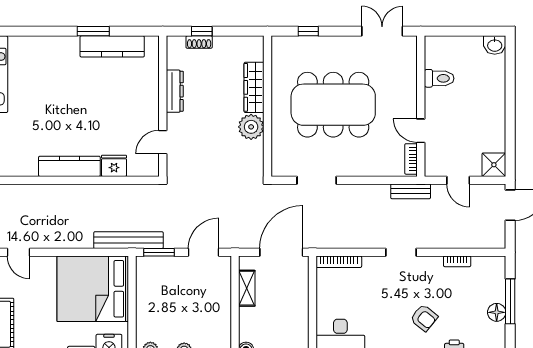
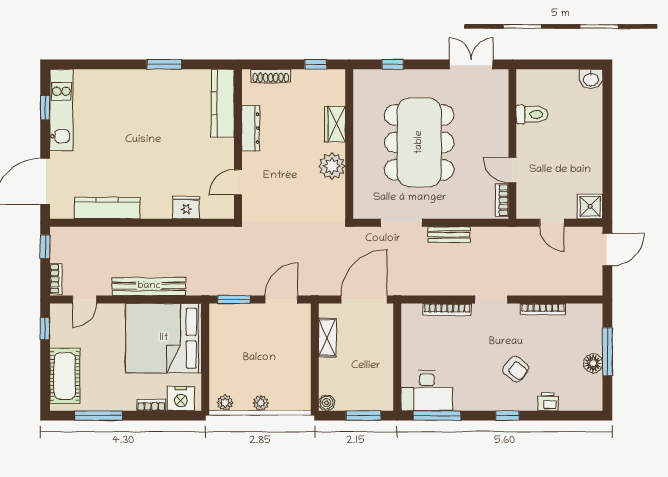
window: (202, 31) -> (316, 64), moved
shoe rack: (199, 42) -> (271, 76), width x1.43
kitchen counter: (112, 46) -> (223, 103), moved, turned 90
wardrobe: (254, 87) -> (335, 124), width x0.67
dining table: (333, 105) -> (419, 142), turned 90
kitchen counter: (69, 166) -> (107, 208), moved
bench: (411, 191) -> (449, 235), moved
bench: (128, 240) -> (149, 286), moved
door: (18, 252) -> (85, 299), hinge flipped
bookcase: (457, 261) -> (543, 309), width x1.56
bookcase: (339, 262) -> (447, 309), moved

